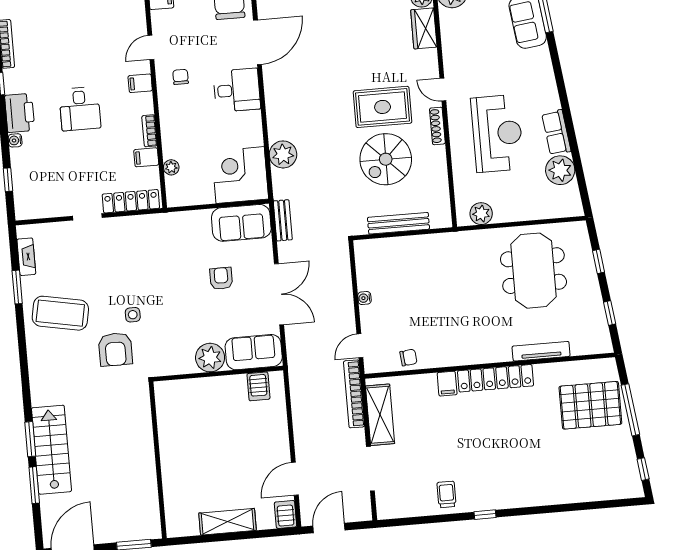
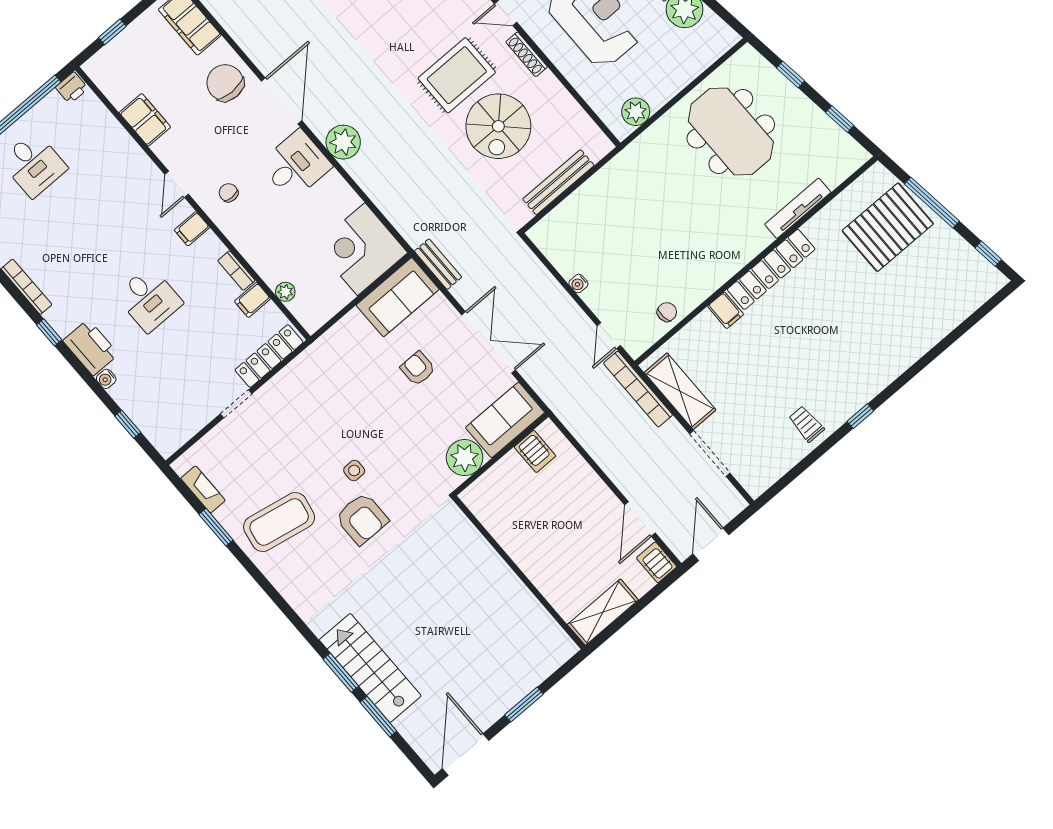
plant: (283, 154) -> (343, 142), moved
wall: (158, 460) -> (519, 573), moved

